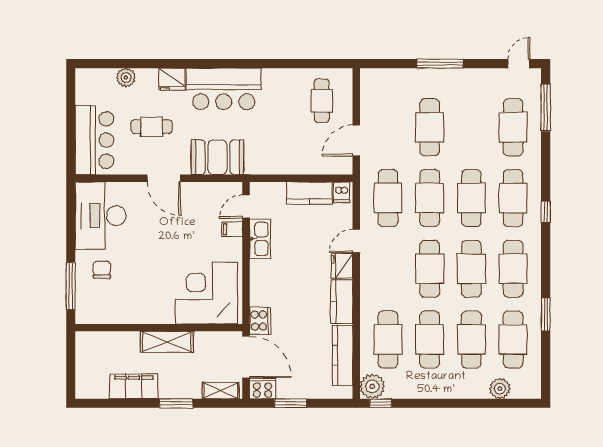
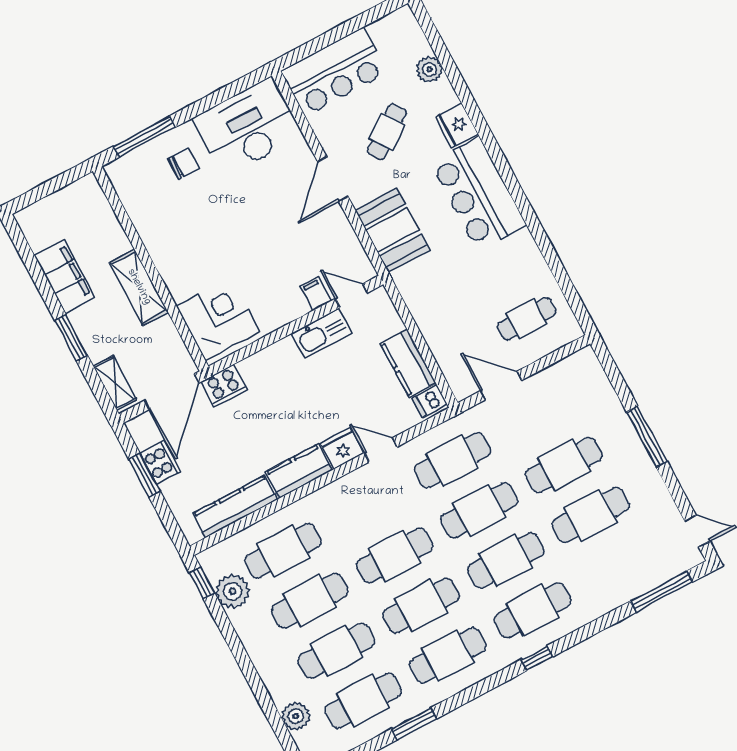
cafe table: (152, 127) -> (387, 132), turned 54
cafe table: (513, 127) -> (591, 515), moved
corner desk: (206, 293) -> (218, 319), width x0.74, depth x0.74
plant: (372, 386) -> (233, 591), moved
cooker: (263, 389) -> (160, 462), moved

